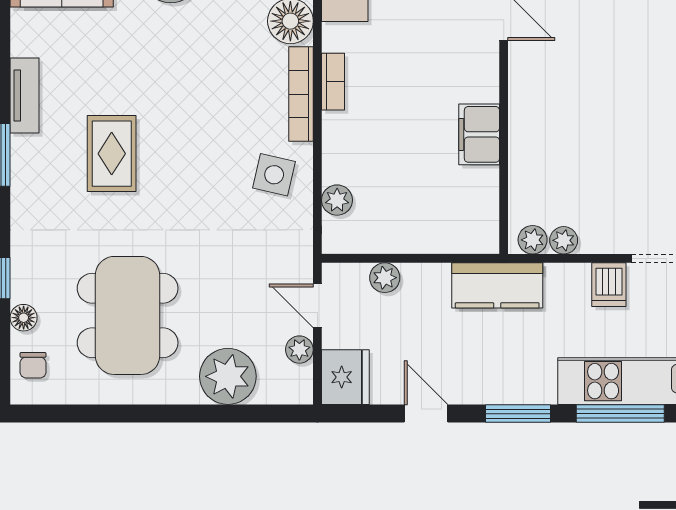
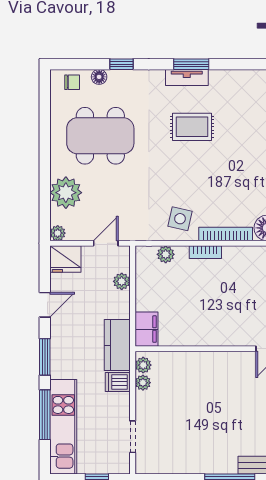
bookcase: (333, 82) -> (205, 252), moved
tv unit: (24, 96) -> (187, 77), moved
filing cabinet: (479, 134) -> (147, 329), moved, turned 90
dishwasher: (609, 285) -> (118, 382), moved
plant: (299, 350) -> (58, 233), moved
chair: (33, 365) -> (72, 82), turned 180

